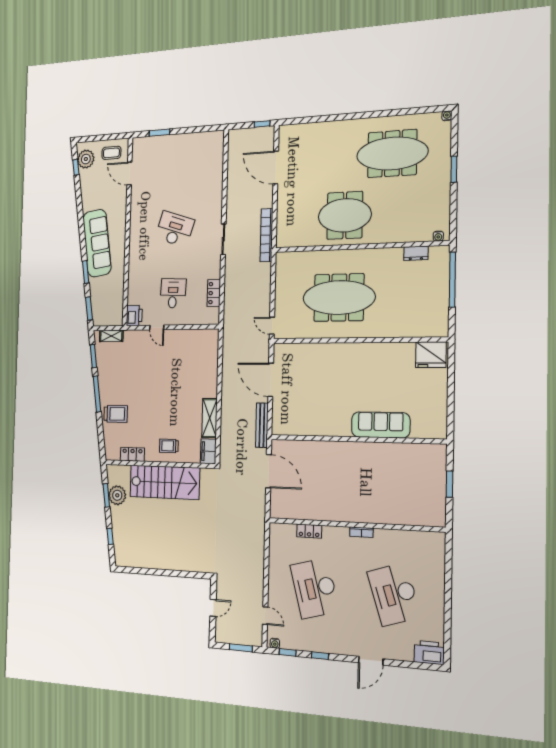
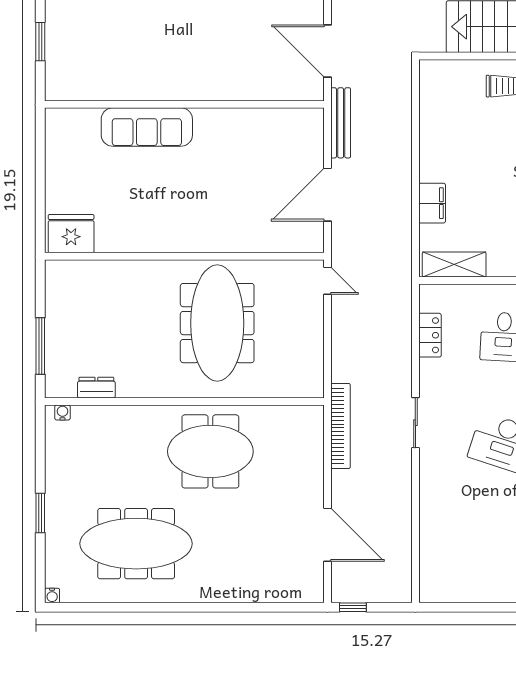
window: (452, 280) -> (40, 346), width x0.68
meeting table: (339, 298) -> (217, 323), turned 90
door: (271, 380) -> (327, 195), swing flipped
shelving: (210, 418) -> (454, 264), moved, turned 90
filing cabinet: (208, 451) -> (432, 203), moved

